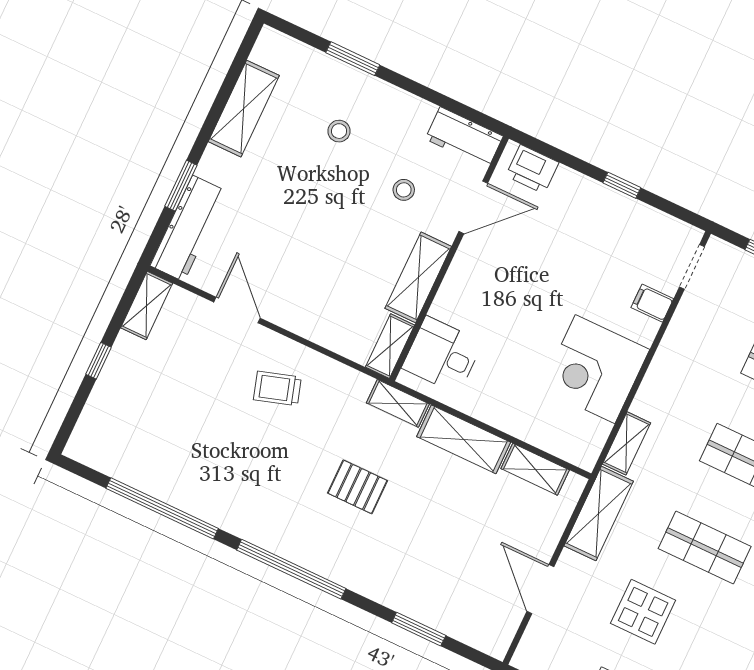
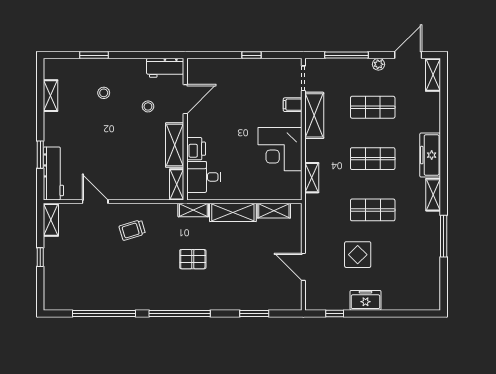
shelving: (244, 109) -> (51, 96), width x0.67, depth x0.75
printer: (532, 169) -> (196, 149), moved, turned -90
shelving: (599, 513) -> (314, 115), moved

